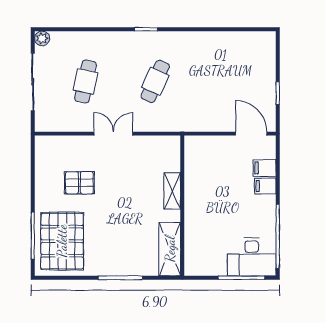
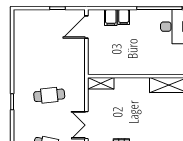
cafe table: (155, 81) -> (49, 95), turned -30
shelving: (172, 191) -> (101, 83), moved

